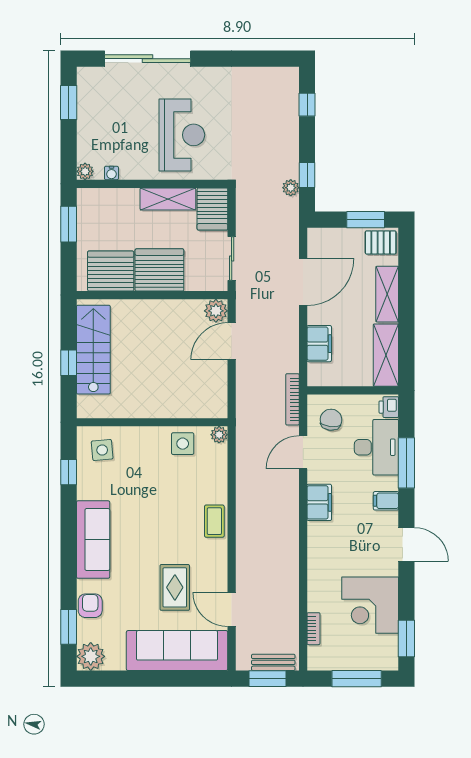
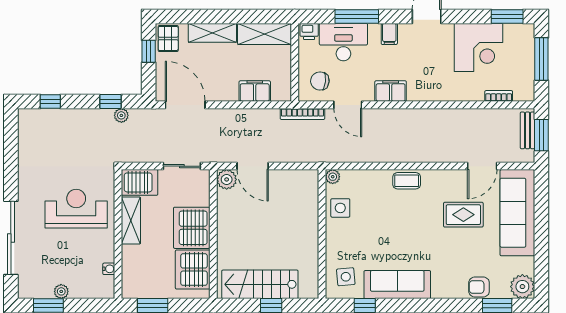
plant: (85, 171) -> (61, 291), moved
window: (366, 220) -> (149, 51), width x0.67
door: (303, 282) -> (185, 105), moved
sofa: (93, 540) -> (397, 285), moved

